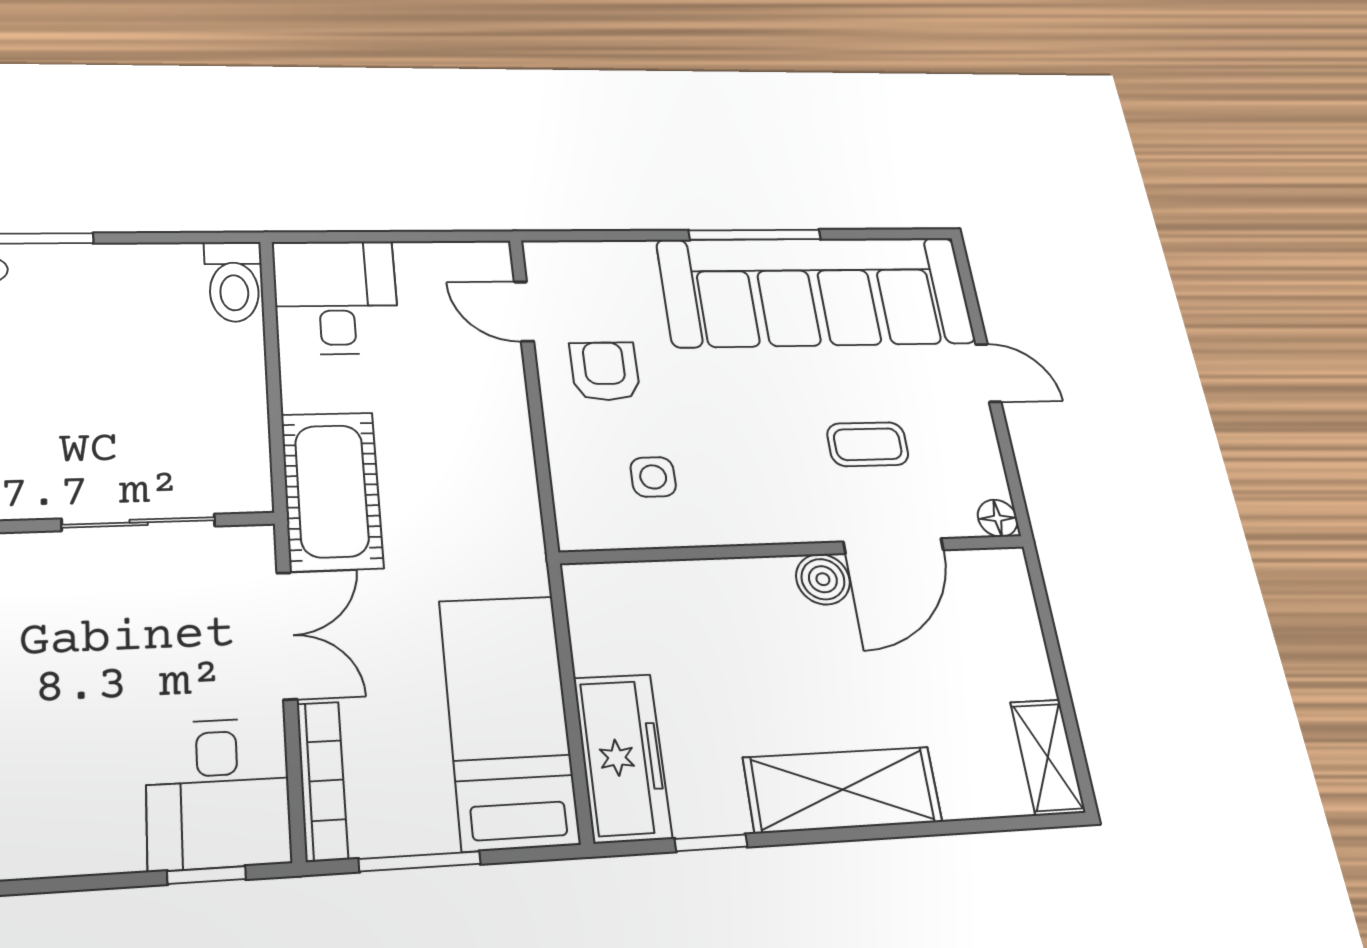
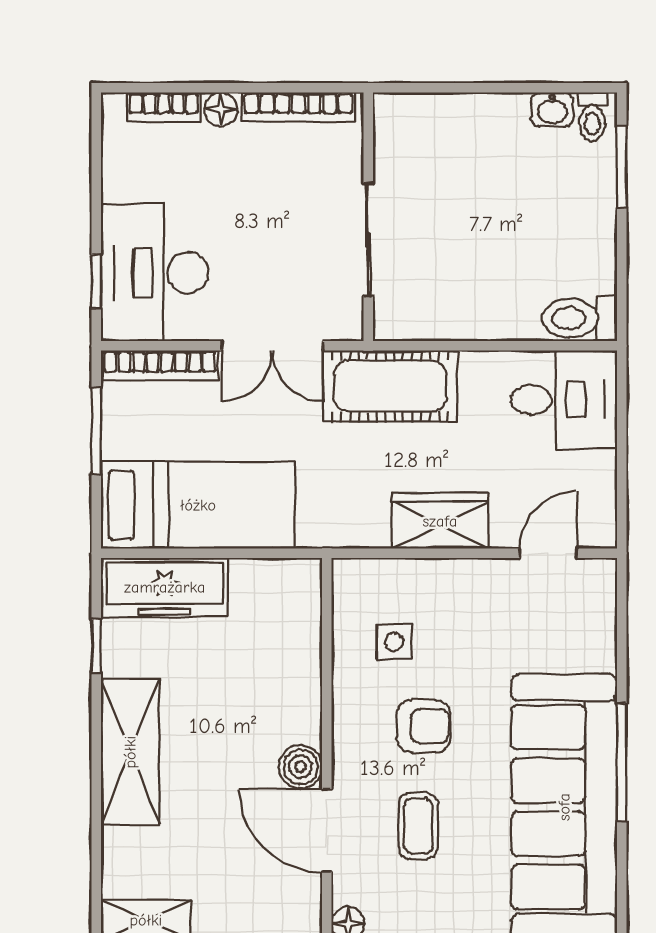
armchair: (605, 371) -> (423, 726), moved
wardrobe: (498, 429) -> (440, 521), added
desk: (218, 793) -> (155, 273), width x1.37

